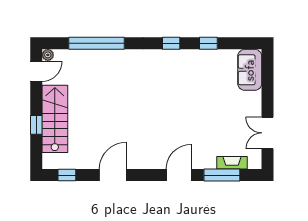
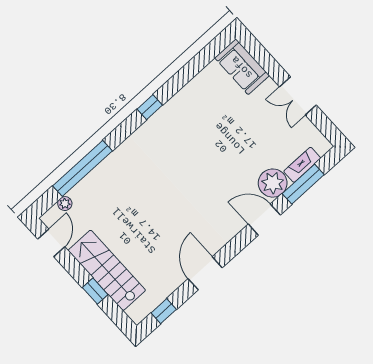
window: (208, 43) -> (183, 77), removed
plant: (48, 55) -> (65, 204), moved
double door: (268, 133) -> (298, 96), moved
plant: (204, 157) -> (273, 183), added
door: (179, 175) -> (264, 220), hinge flipped

